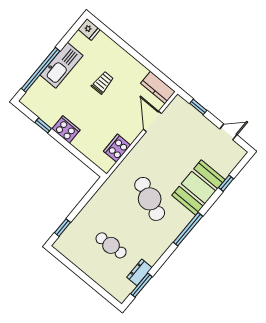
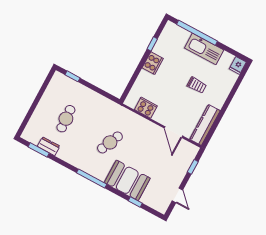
kitchen counter: (158, 88) -> (205, 125), width x1.50
door: (152, 121) -> (173, 132), swing flipped
cafe table: (150, 199) -> (110, 142), width x0.73, depth x0.74

